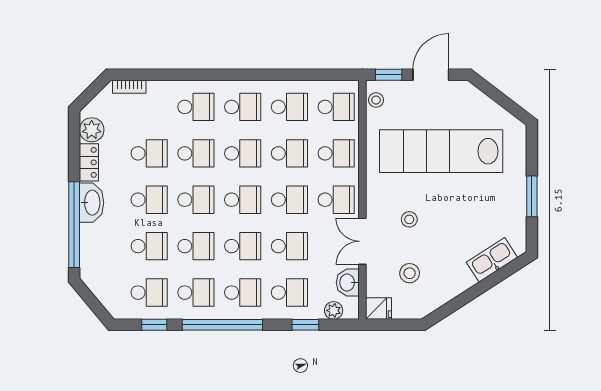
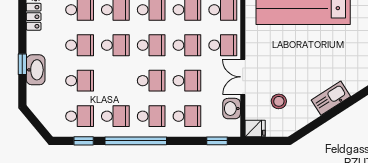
washbasin: (92, 203) -> (36, 70), moved
stool: (409, 219) -> (279, 60), removed
window: (74, 225) -> (22, 64), width x0.32
school desk: (196, 246) -> (115, 81), removed
kitchen sink: (492, 260) -> (331, 98), moved
plant: (334, 310) -> (221, 130), removed
window: (305, 325) -> (217, 141), moved

